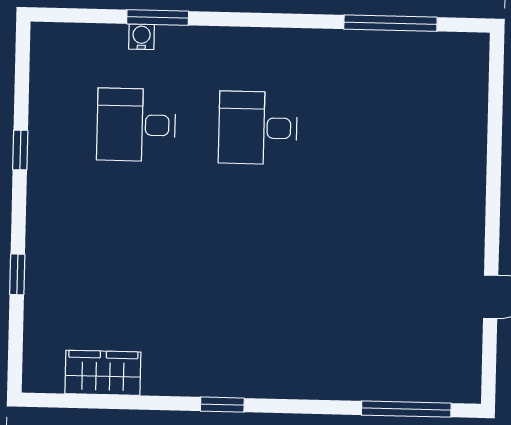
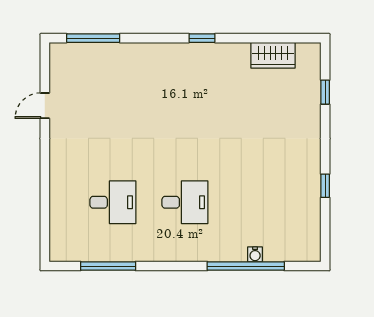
window: (158, 17) -> (246, 266), width x2.11
desk: (136, 125) -> (113, 202), moved
window: (17, 274) -> (325, 92), moved

